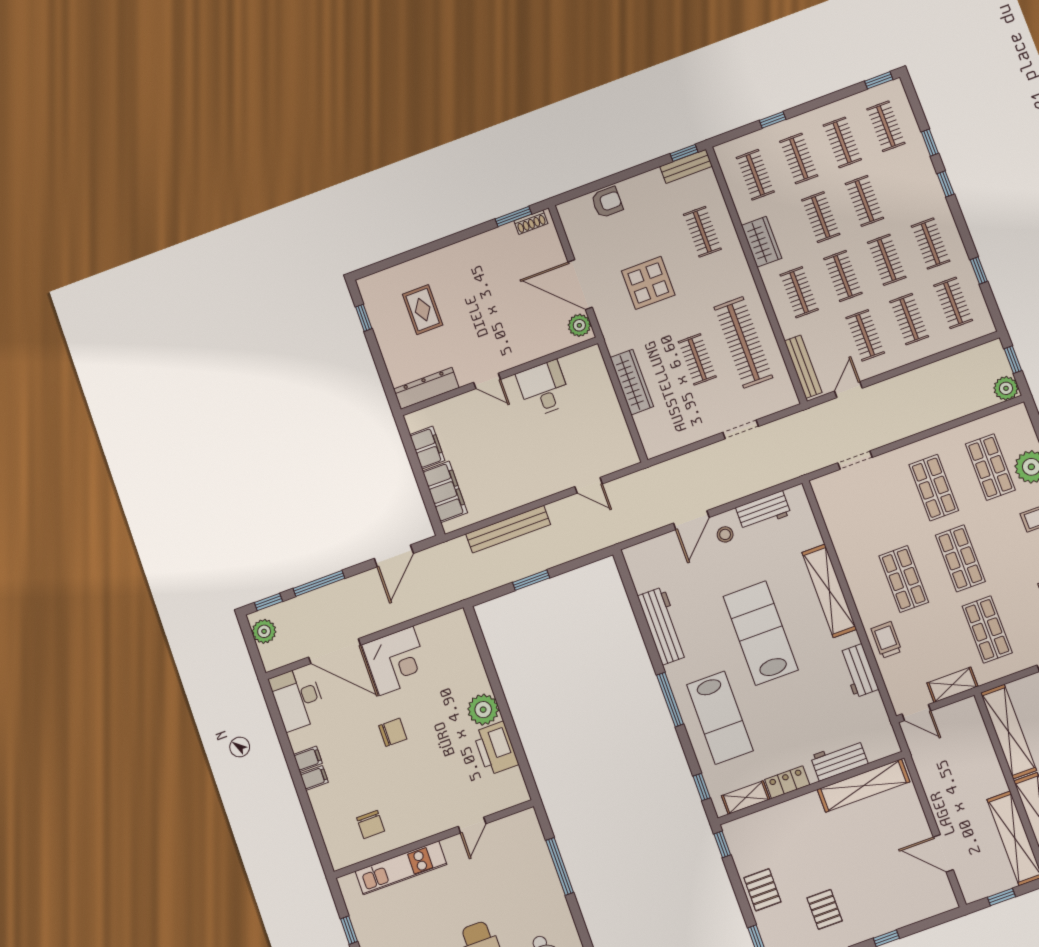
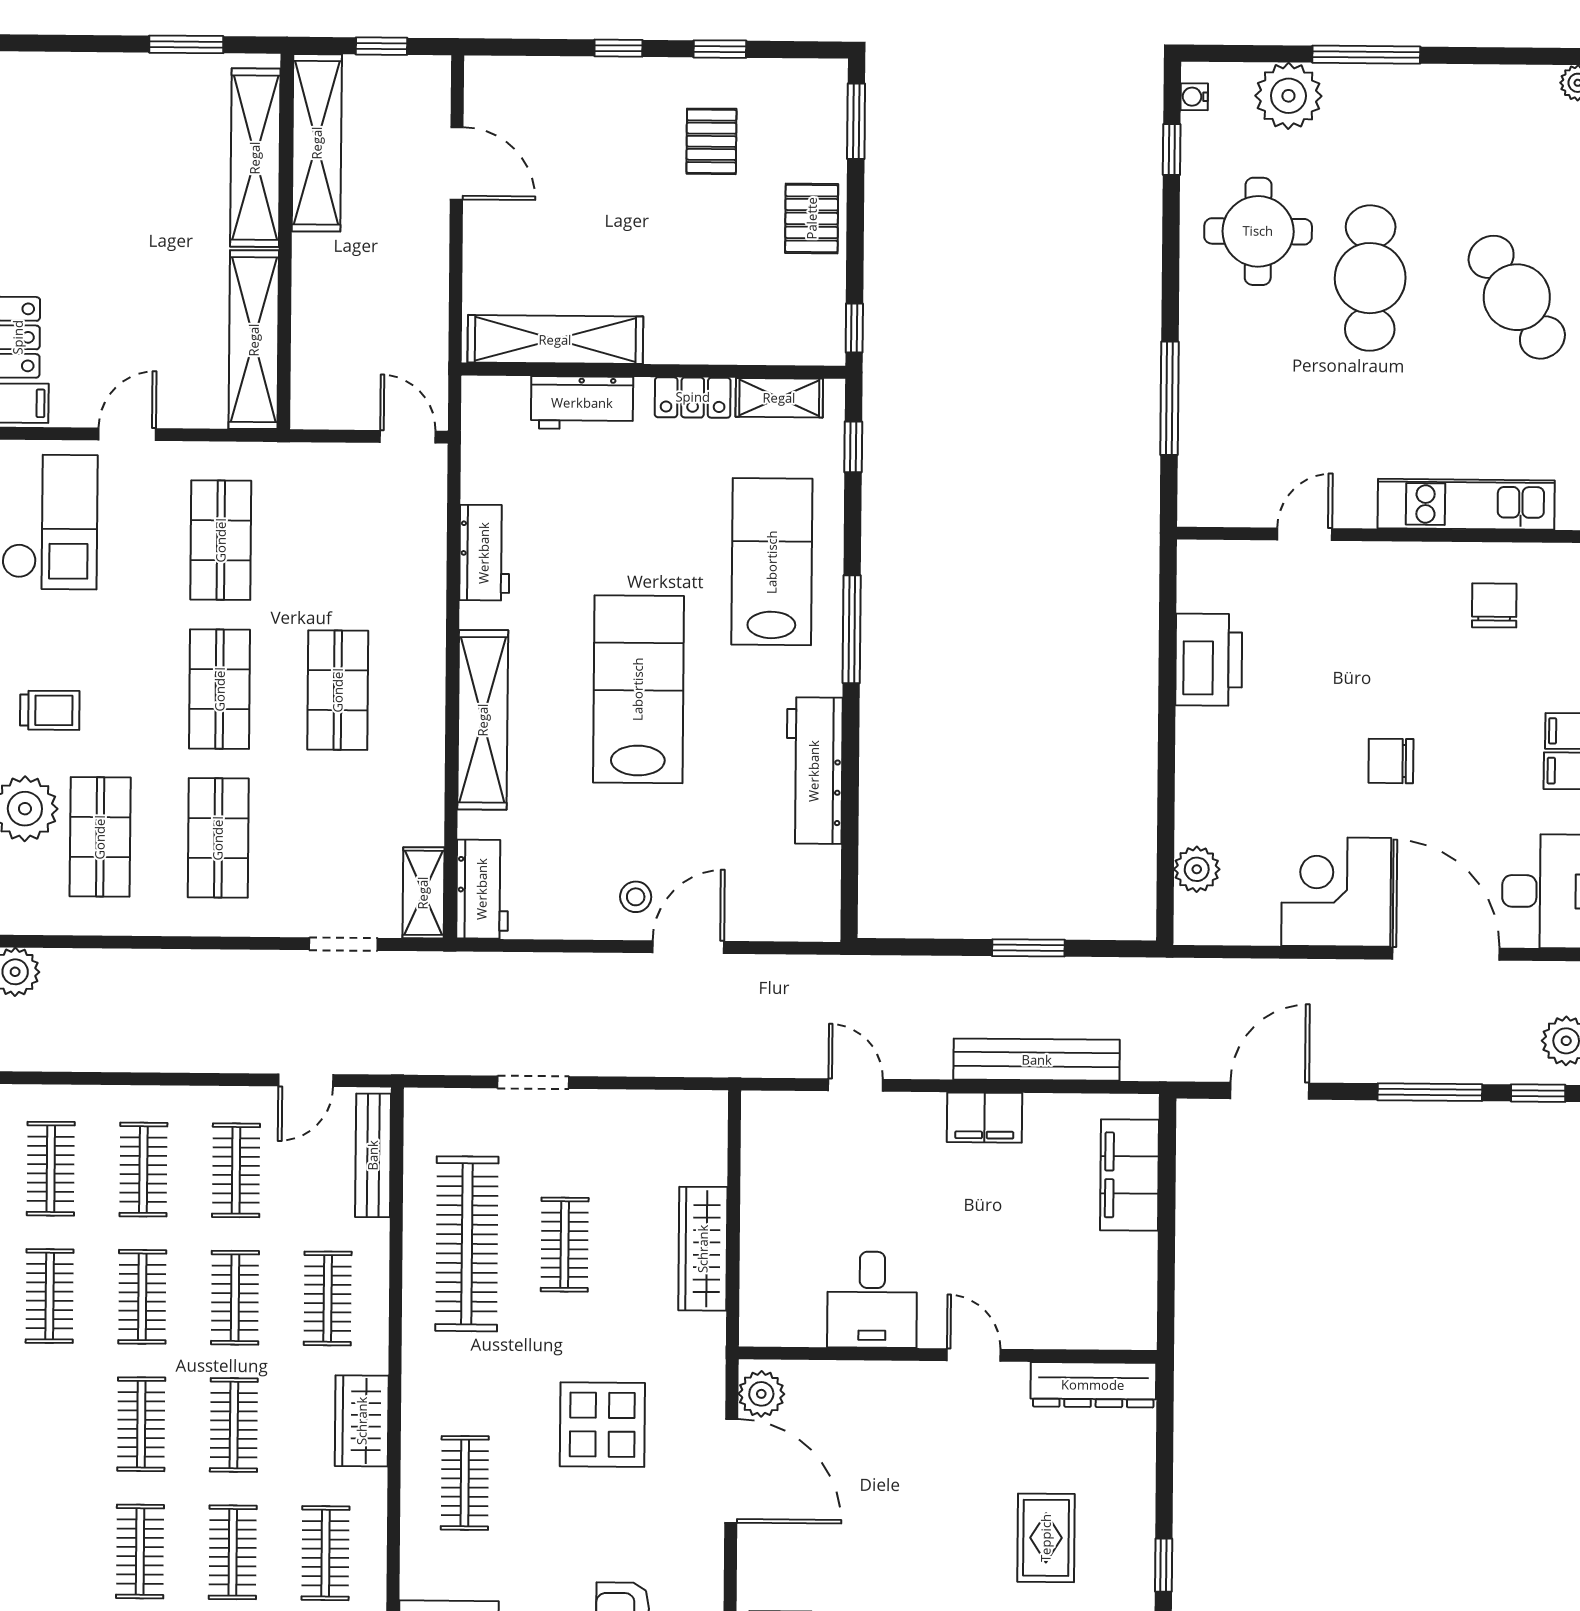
clothes rail: (886, 126) -> (47, 1551), removed
filing cabinet: (427, 448) -> (984, 1118), moved, turned -90
workbench: (763, 511) -> (482, 889), moved, turned 90
lab bench: (761, 633) -> (638, 689), turned 180
trolley: (886, 640) -> (412, 590), removed
shelving: (952, 685) -> (423, 893), moved, turned 90
plant: (483, 710) -> (1197, 869), moved, width x0.73, depth x0.73

